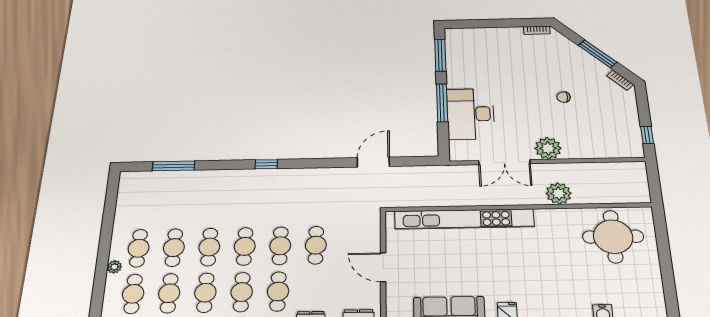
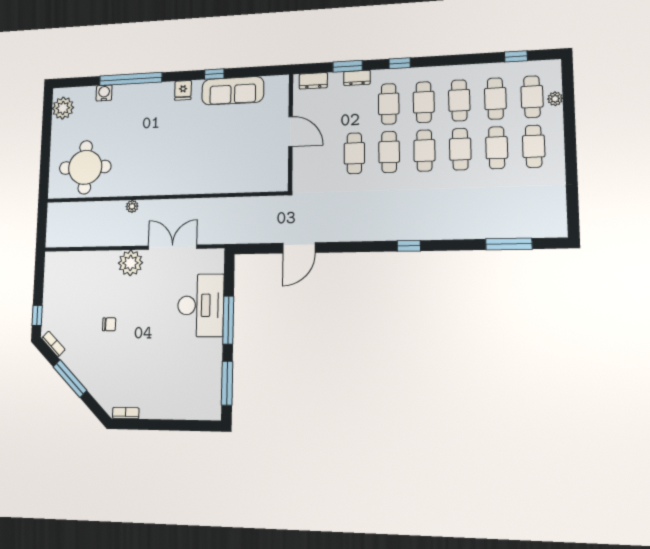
window: (647, 135) -> (37, 316), moved
plant: (559, 193) -> (132, 206), width x0.53, depth x0.53
kitchen unit: (464, 219) -> (214, 184), removed
plant: (114, 267) -> (555, 99), moved
plant: (652, 298) -> (63, 108), added

